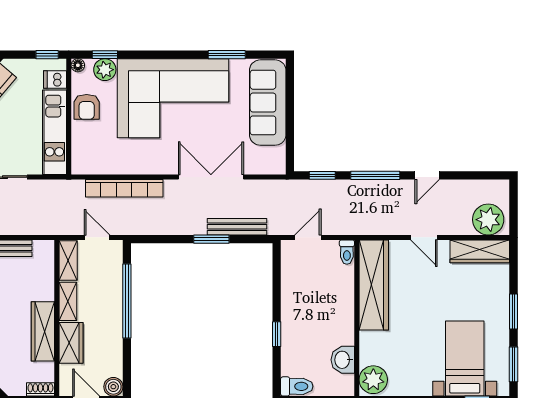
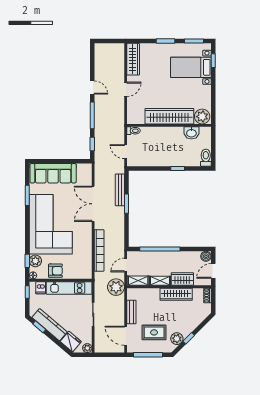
plant: (488, 220) -> (116, 287), moved
wardrobe: (374, 285) -> (169, 116), moved

